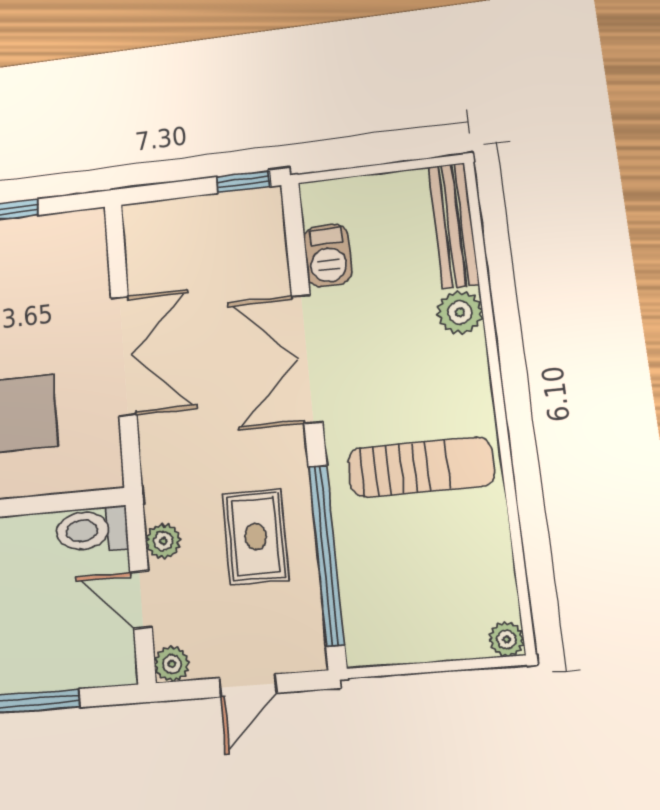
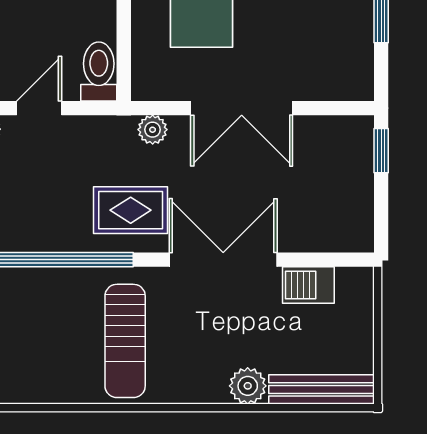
window: (243, 182) -> (381, 151), moved
rug: (256, 536) -> (131, 210), moved
plant: (163, 541) -> (153, 130), moved

